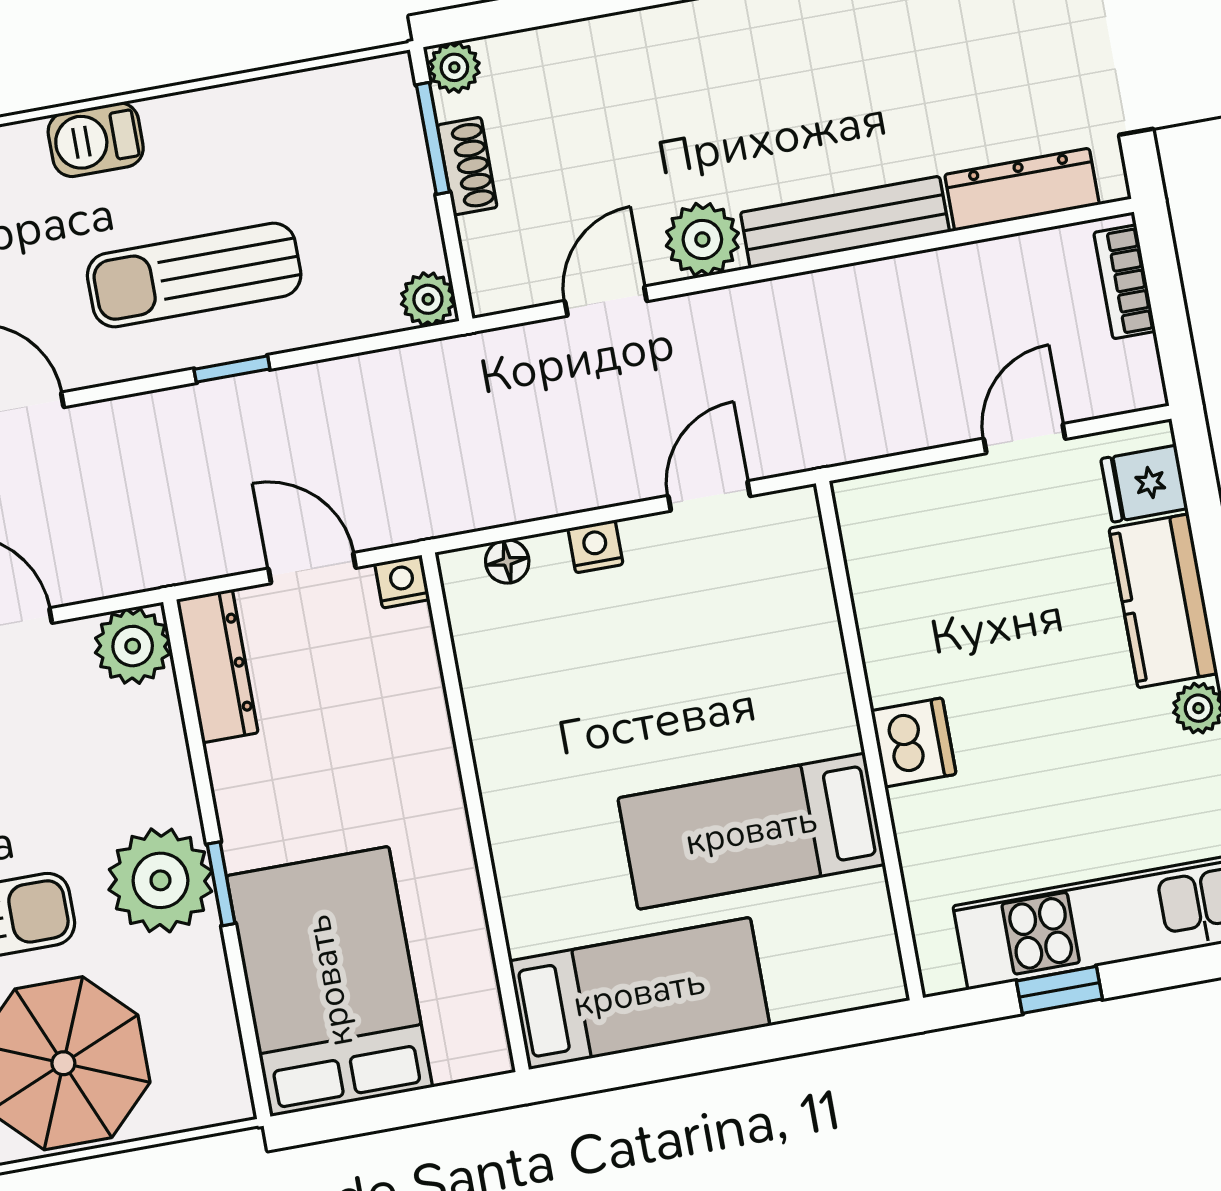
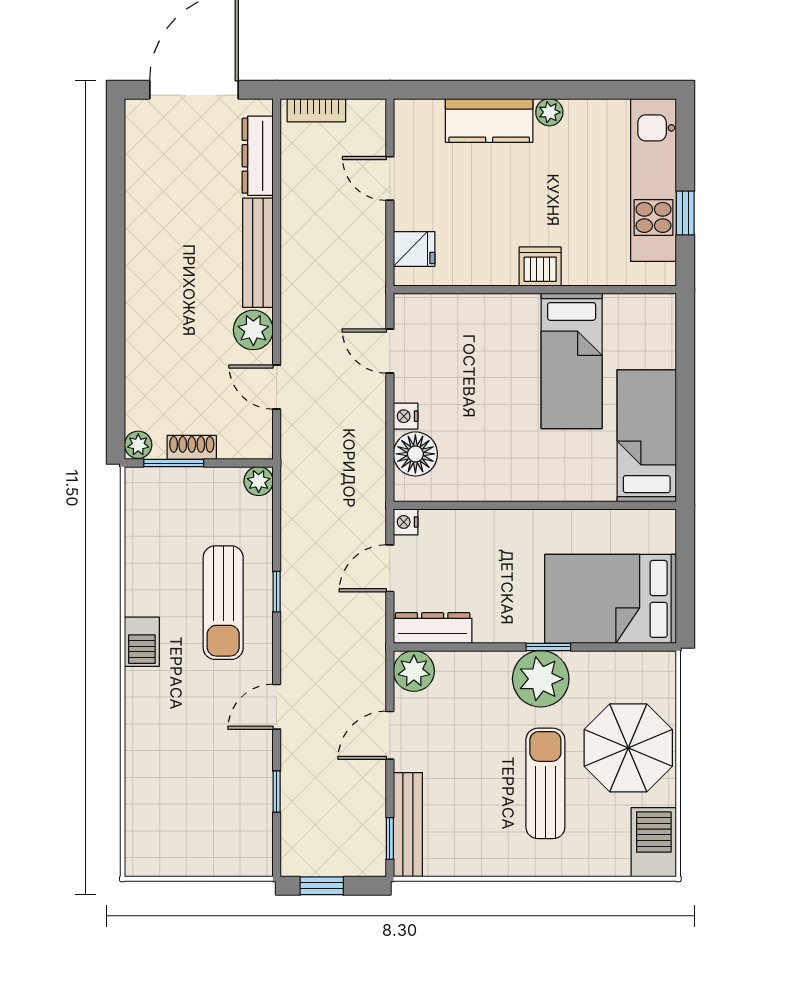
fridge: (1144, 484) -> (414, 249), moved, turned -90
floor lamp: (507, 561) -> (415, 454), width x1.89, depth x1.89

